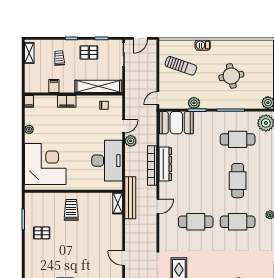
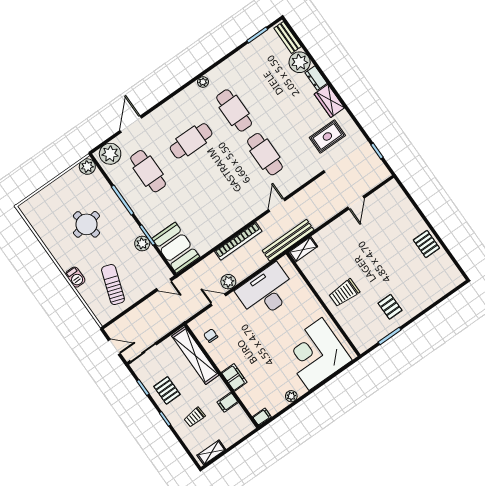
dresser: (165, 164) -> (227, 228), removed
door: (158, 206) -> (277, 205), hinge flipped

